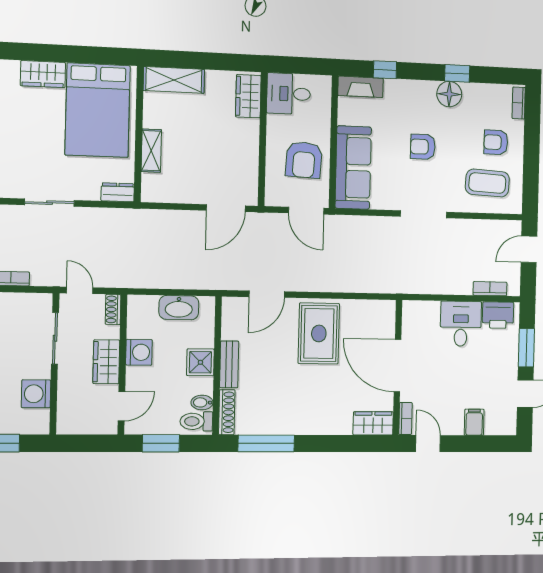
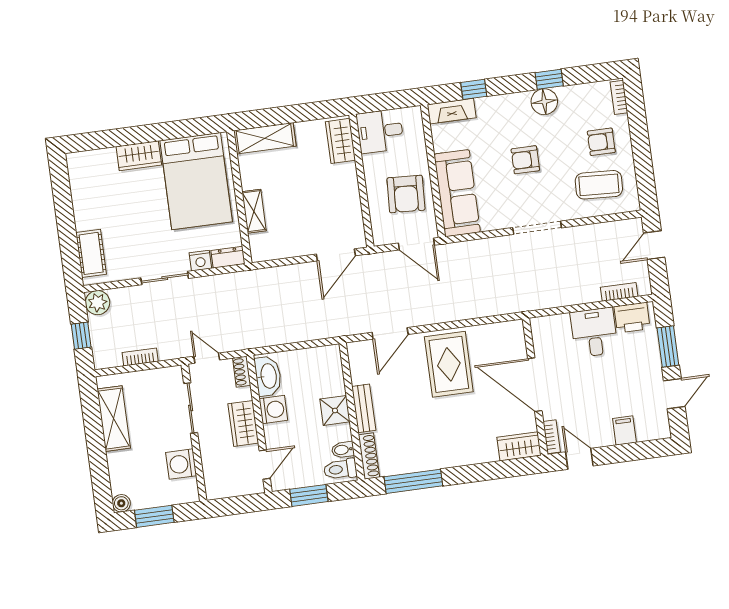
nightstand: (89, 191) -> (200, 261), added
washbasin: (179, 308) -> (268, 376), moved, turned -90

